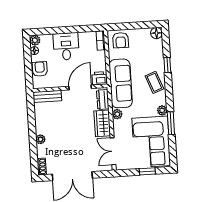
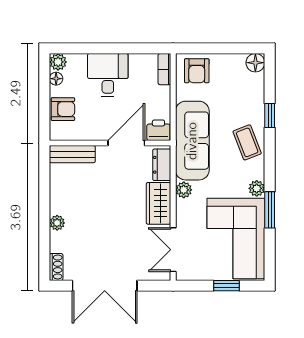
armchair: (40, 69) -> (63, 109), turned 90

